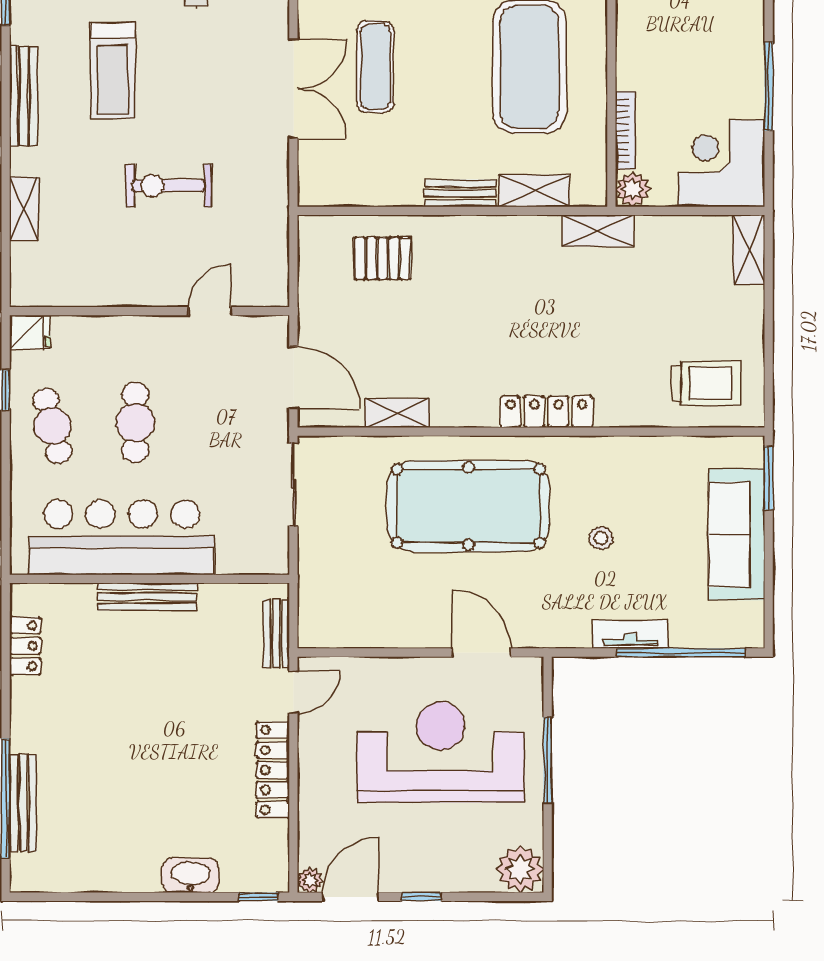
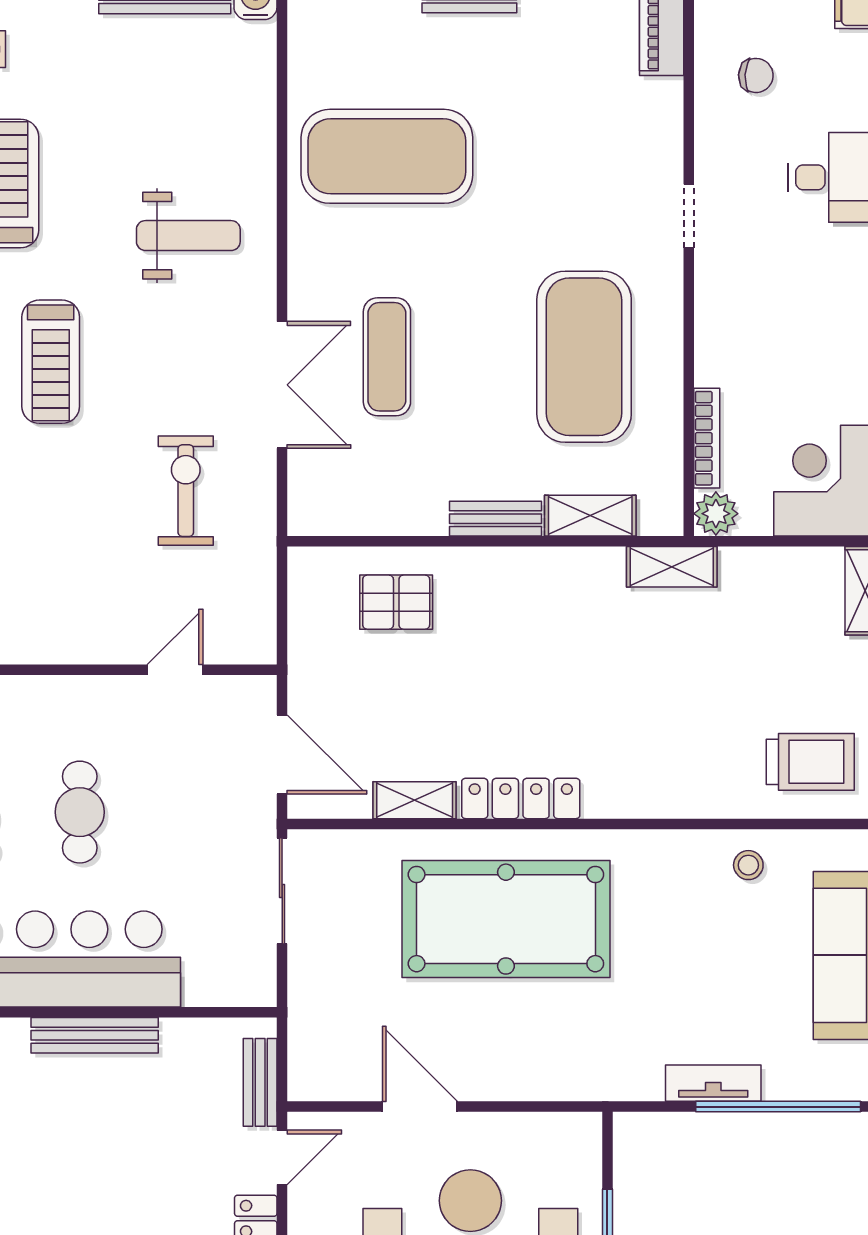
exercise bike: (169, 186) -> (186, 491), moved, turned 90
locker: (546, 412) -> (521, 798), moved
stool: (601, 538) -> (748, 865), moved
door: (481, 653) -> (420, 1107), moved

